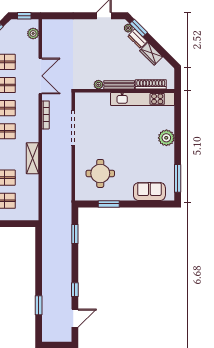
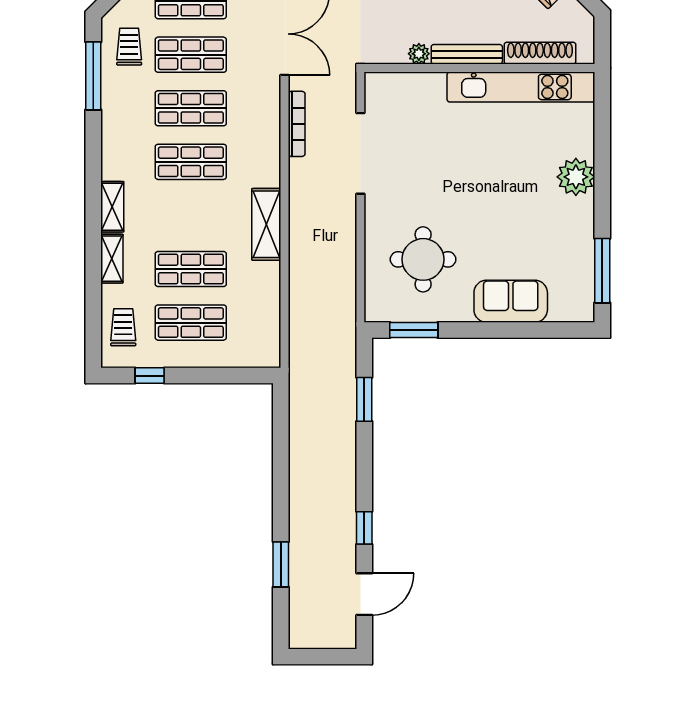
sofa: (149, 192) -> (511, 301), moved
window: (109, 204) -> (414, 330), moved

